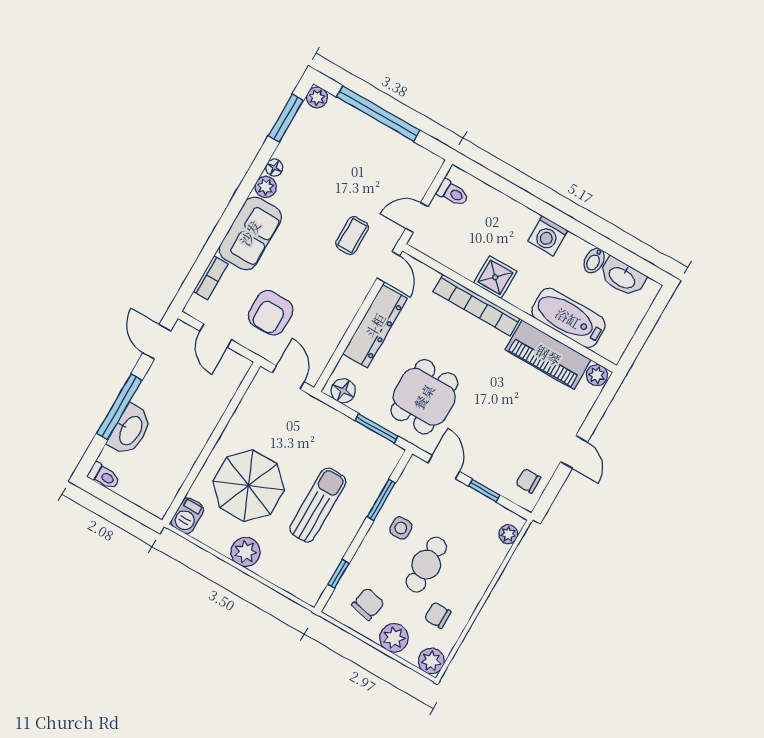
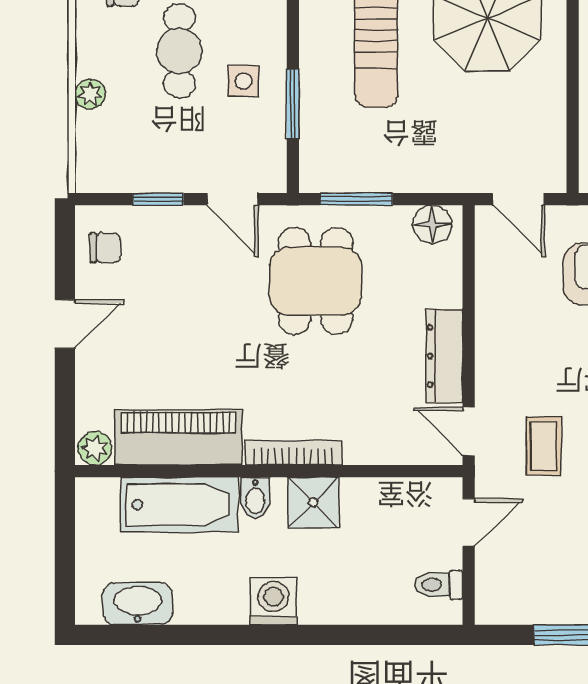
bidet: (594, 261) -> (255, 498), moved, turned 180
bookcase: (477, 305) -> (293, 453), width x0.68, depth x0.76
dresser: (375, 326) -> (444, 356), width x0.73, depth x0.80
door: (574, 452) -> (65, 324), swing flipped
plant: (508, 534) -> (90, 94), moved

